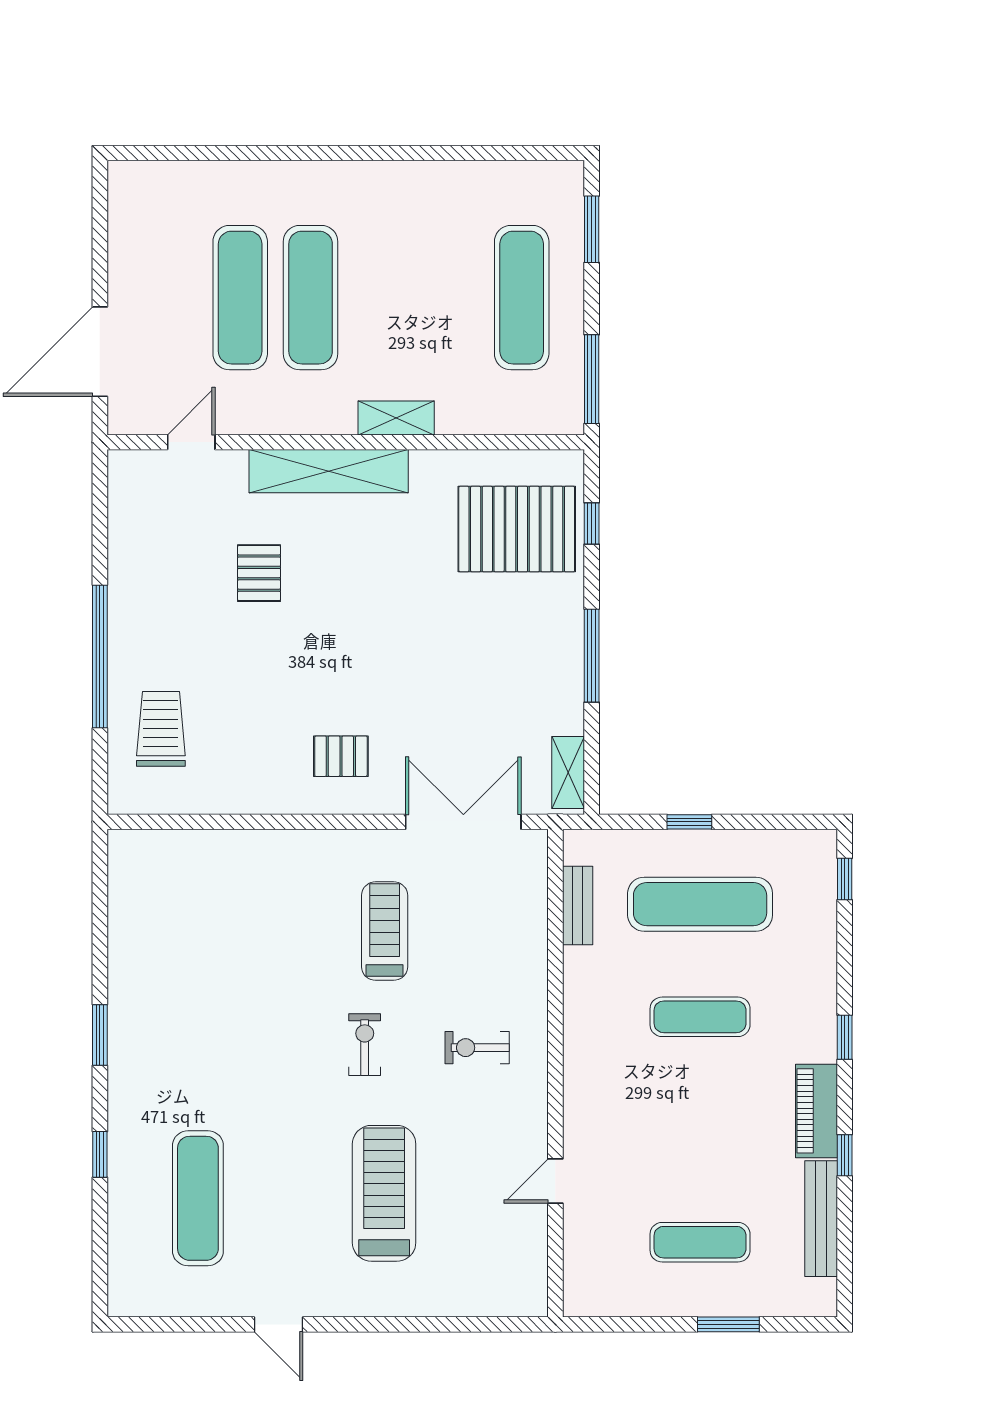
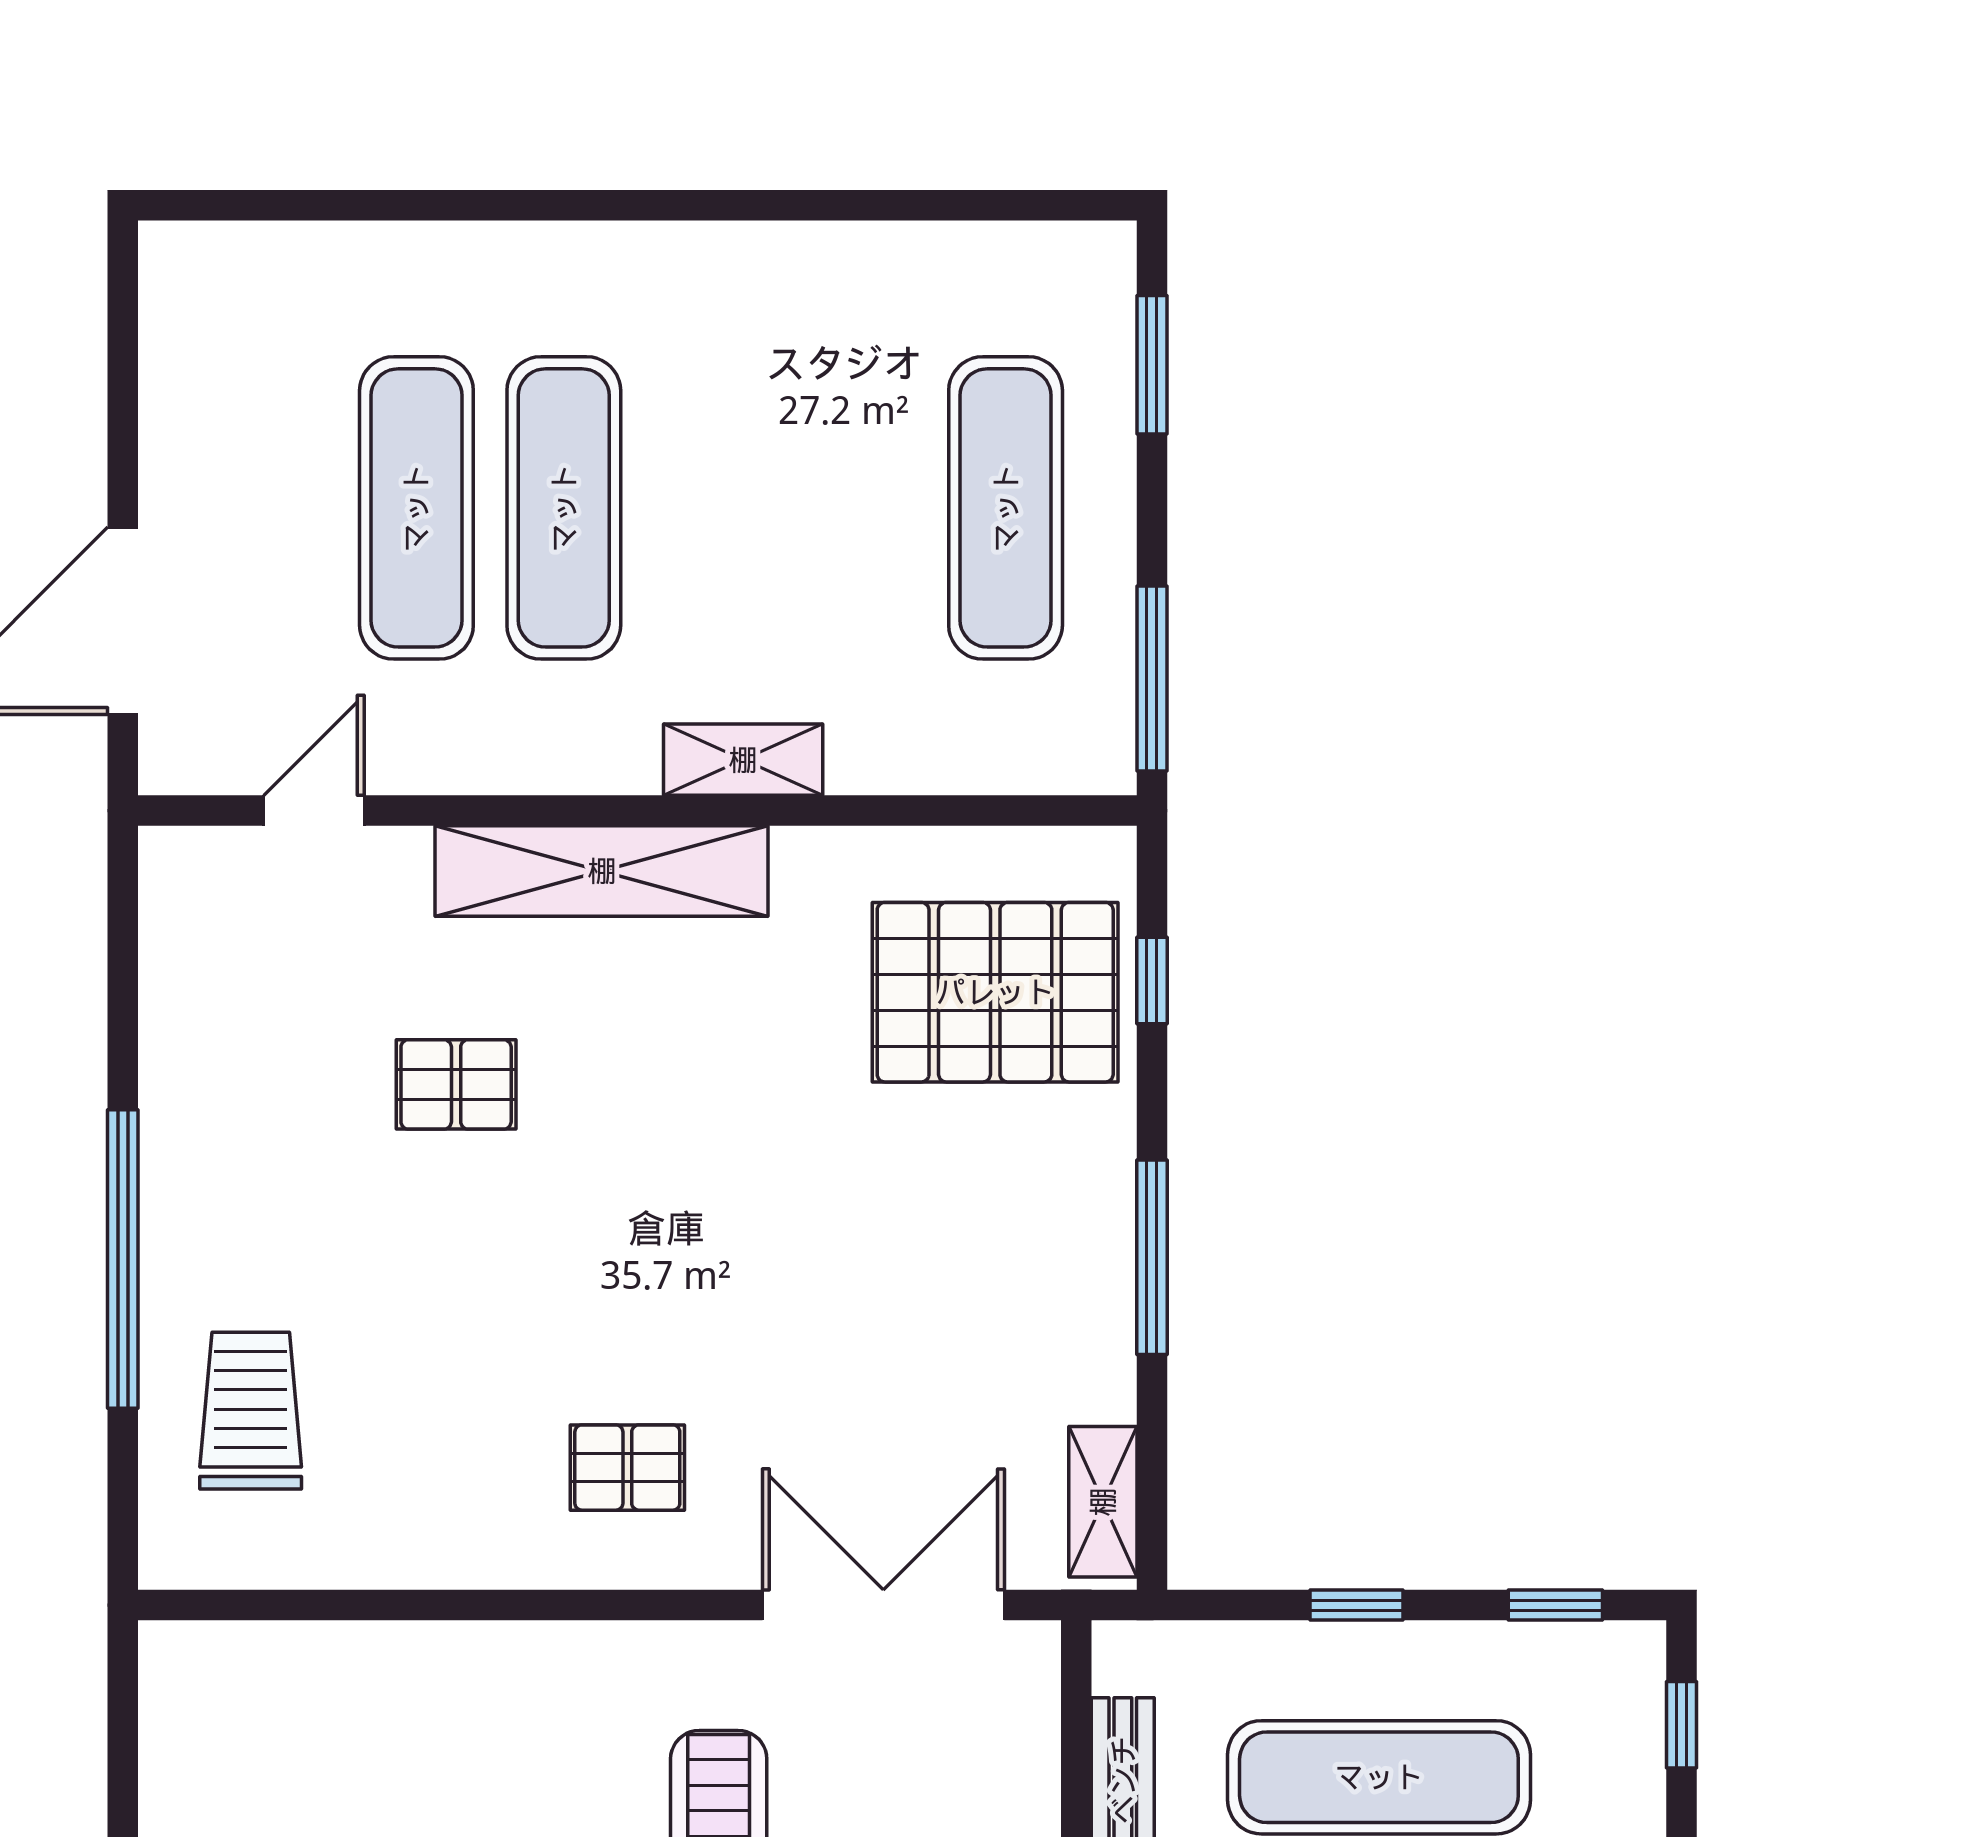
pallet: (259, 573) -> (456, 1084), turned 90
window: (784, 822) -> (1555, 1605), added

